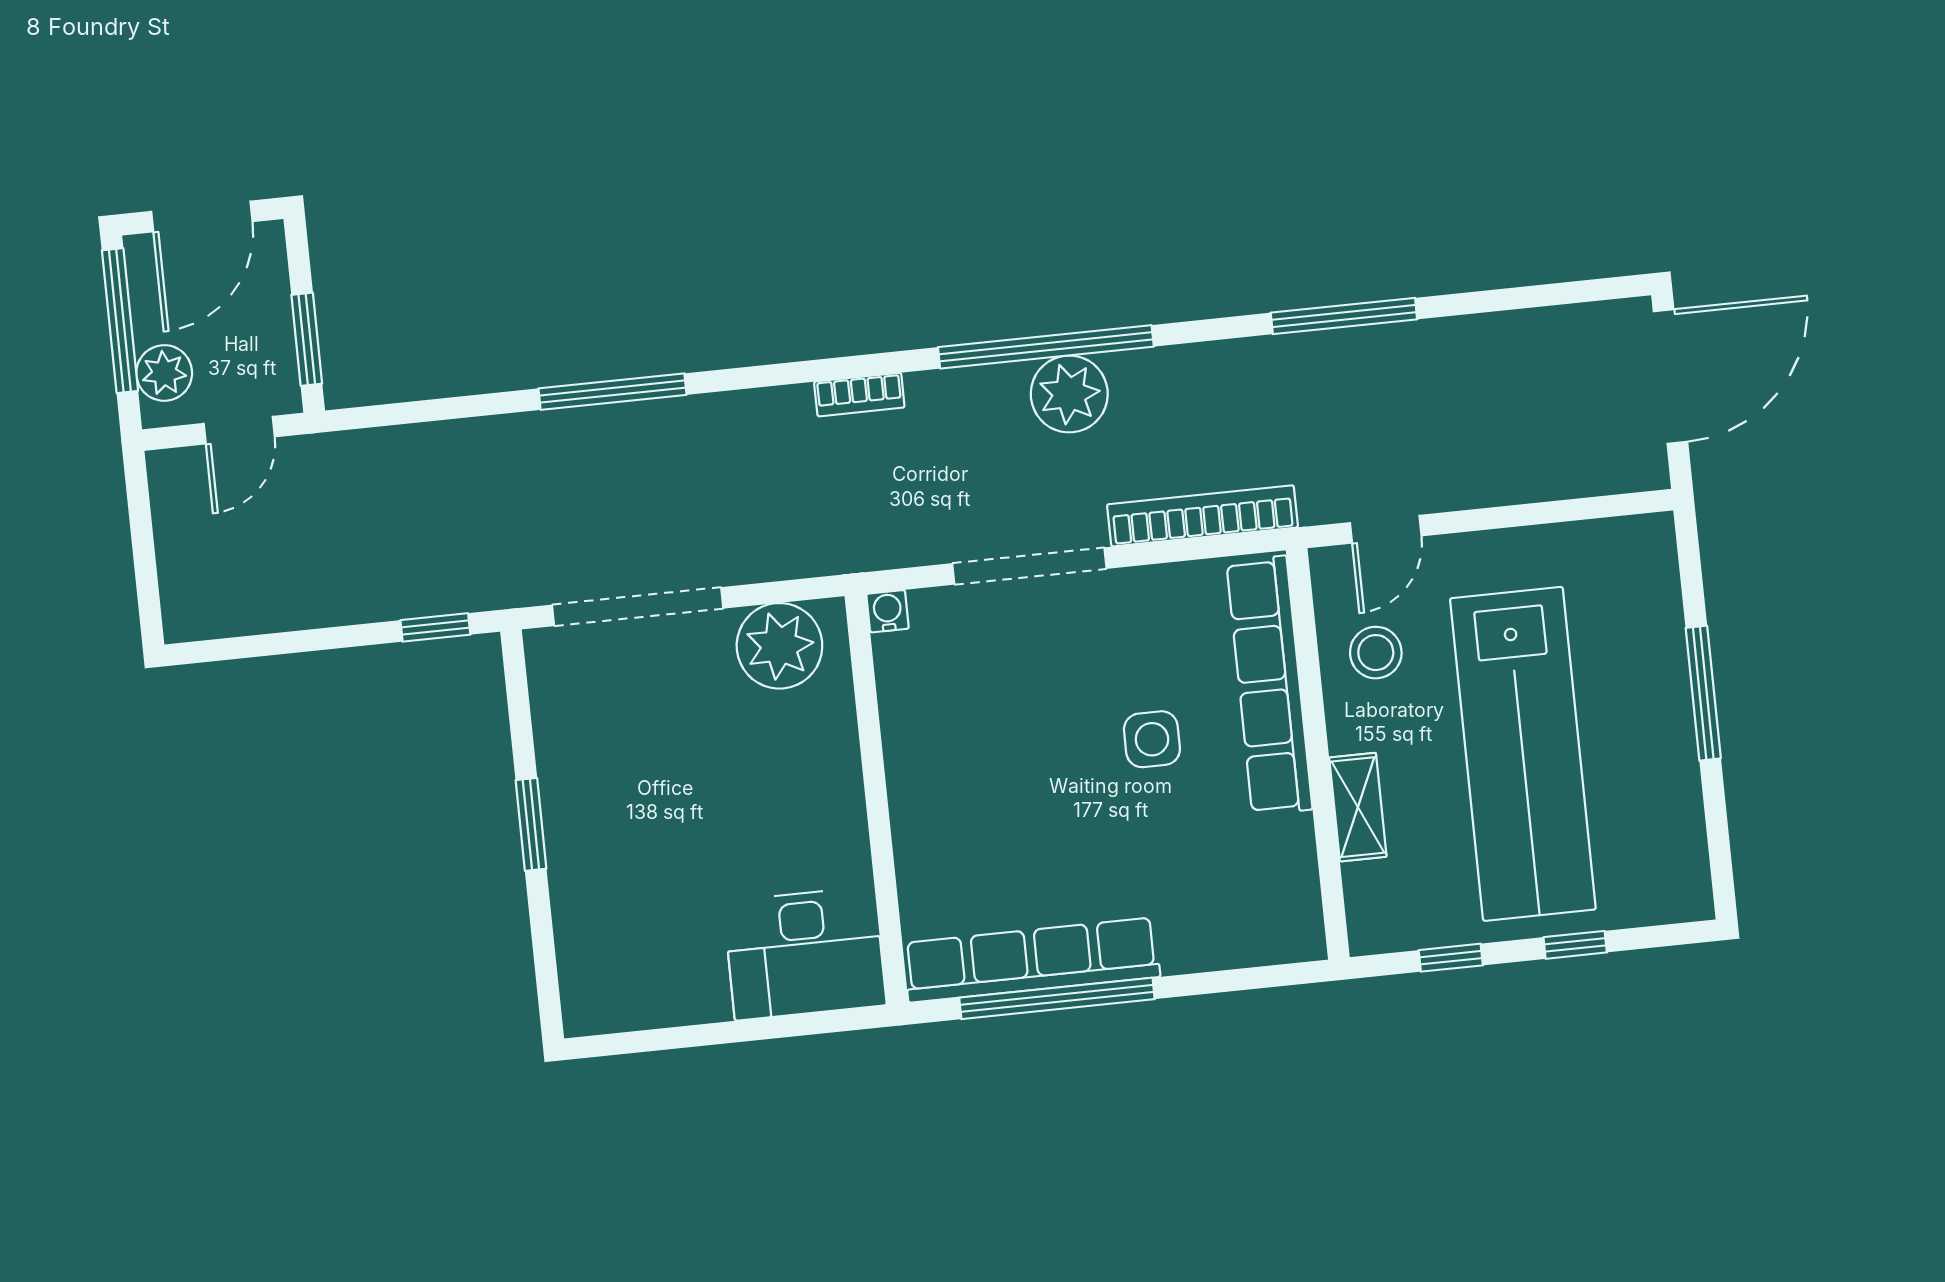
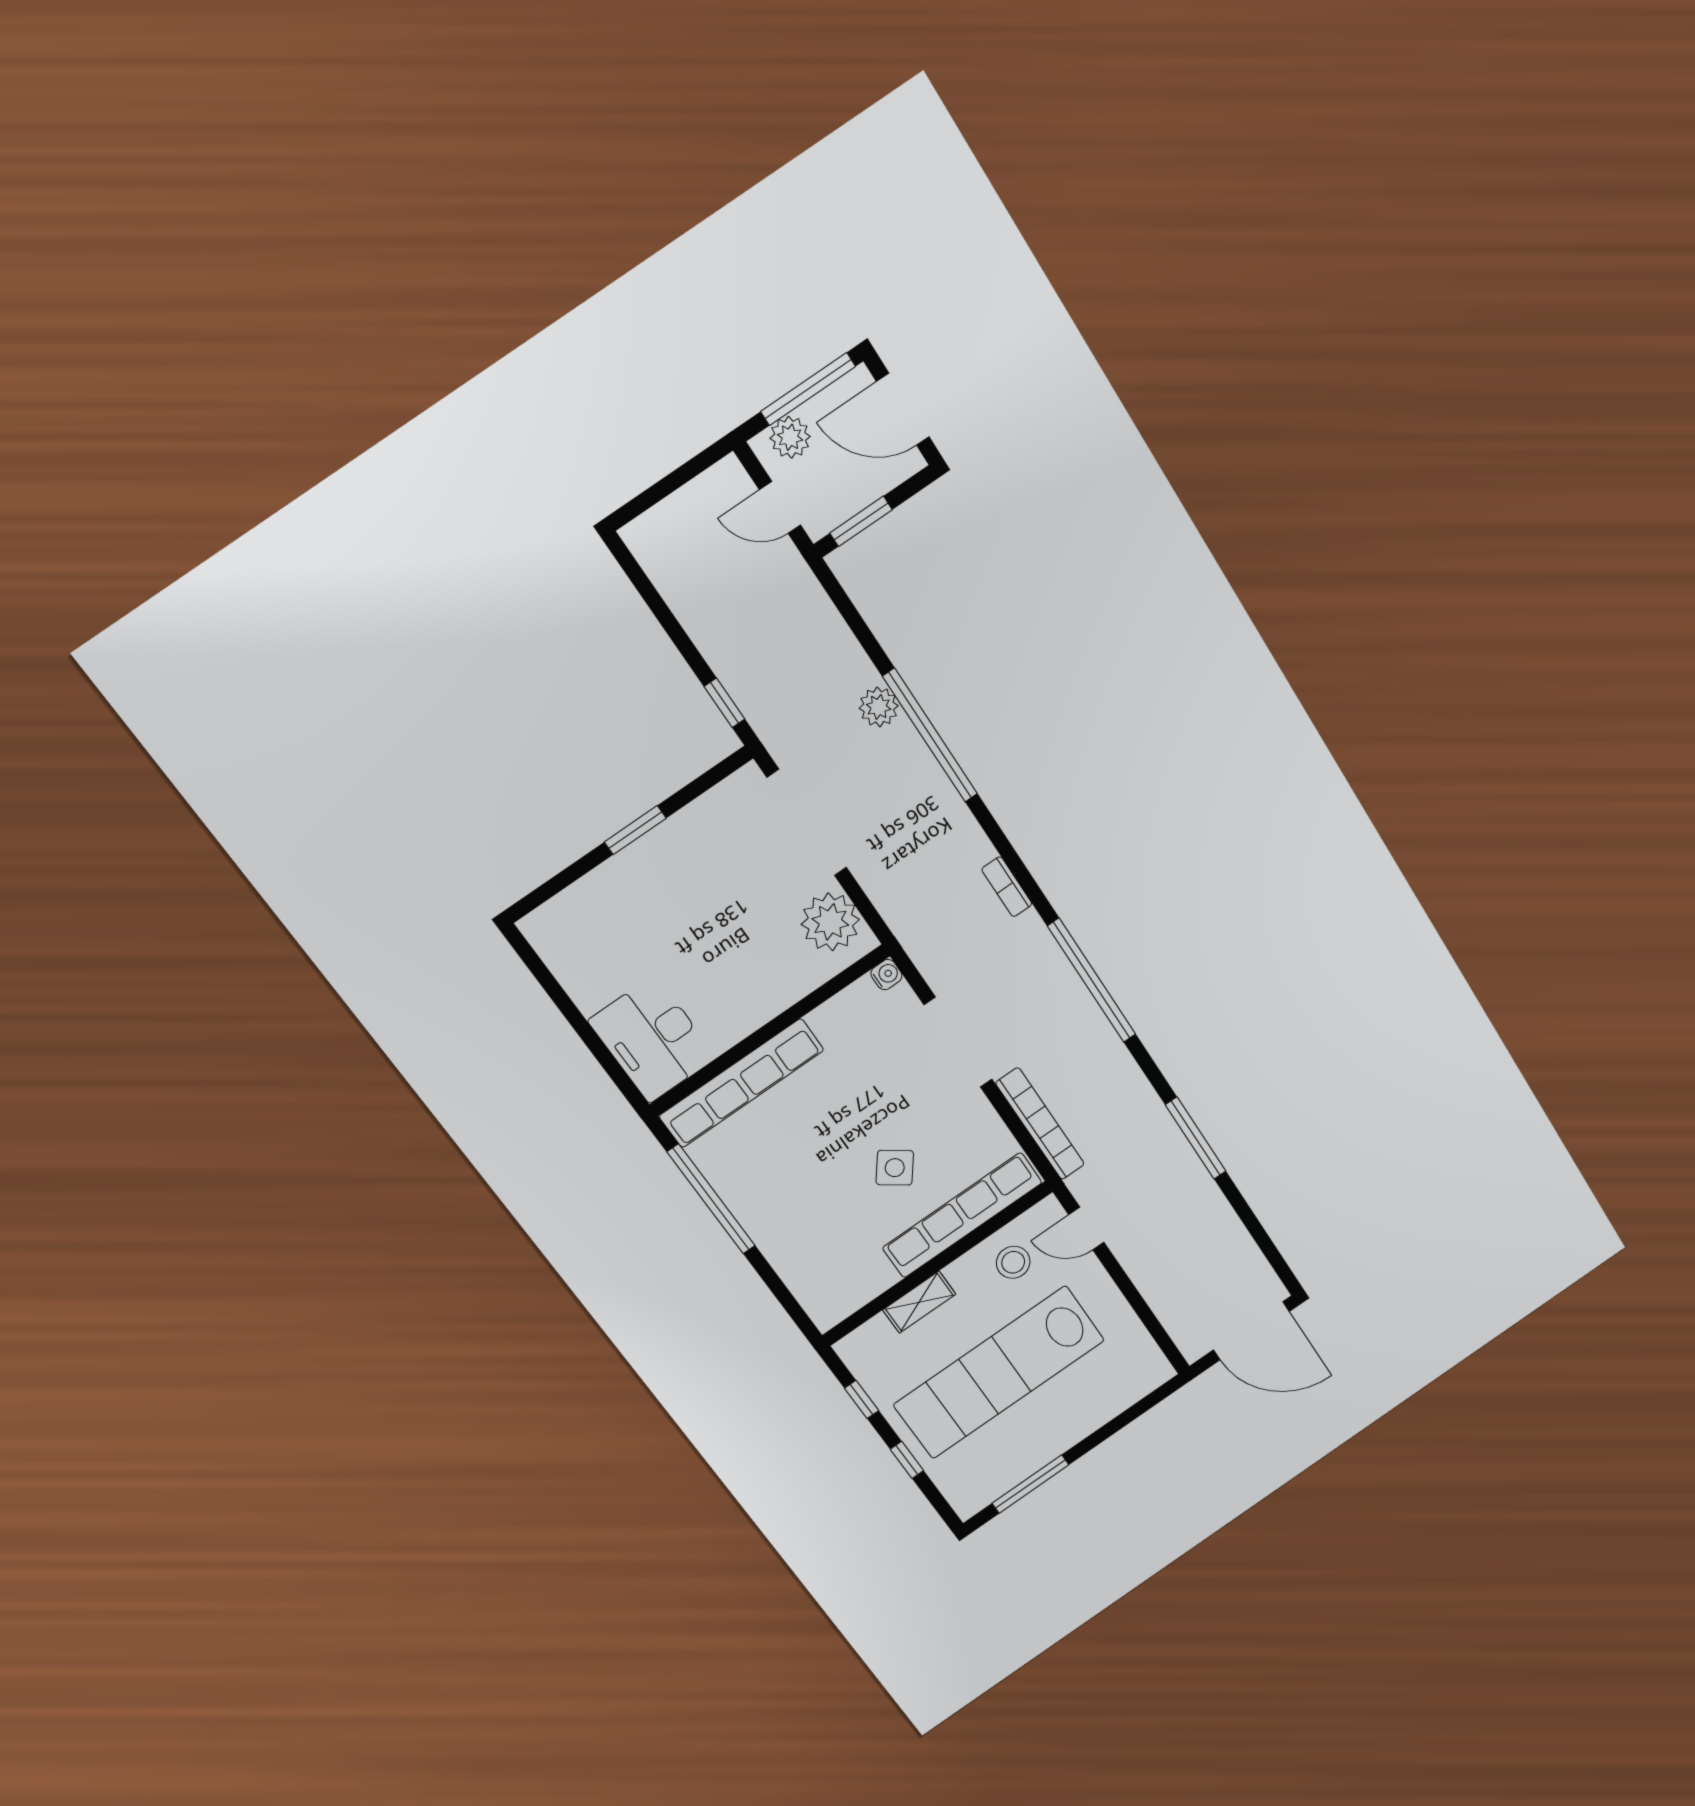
window: (613, 392) -> (930, 735), width x1.46
plant: (1069, 394) -> (879, 707), moved, width x0.73, depth x0.73
window: (1703, 693) -> (1030, 1484), moved
side table: (1152, 739) -> (895, 1168), turned 37
row of seats: (1031, 960) -> (742, 1083), moved, turned 90

